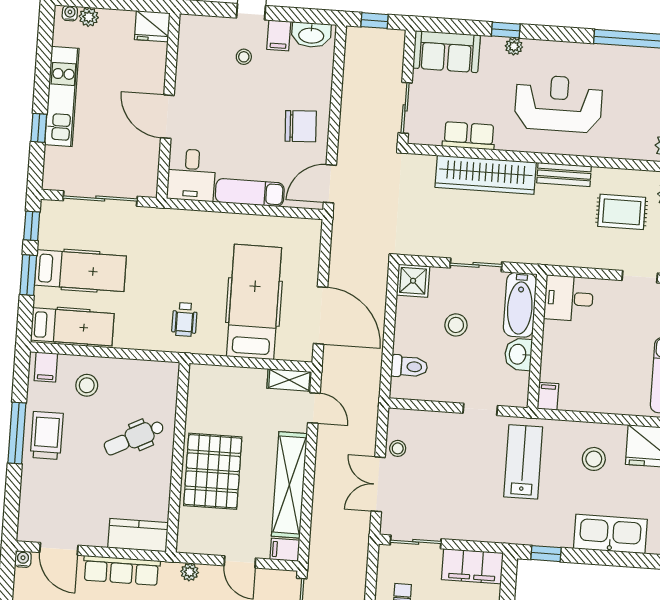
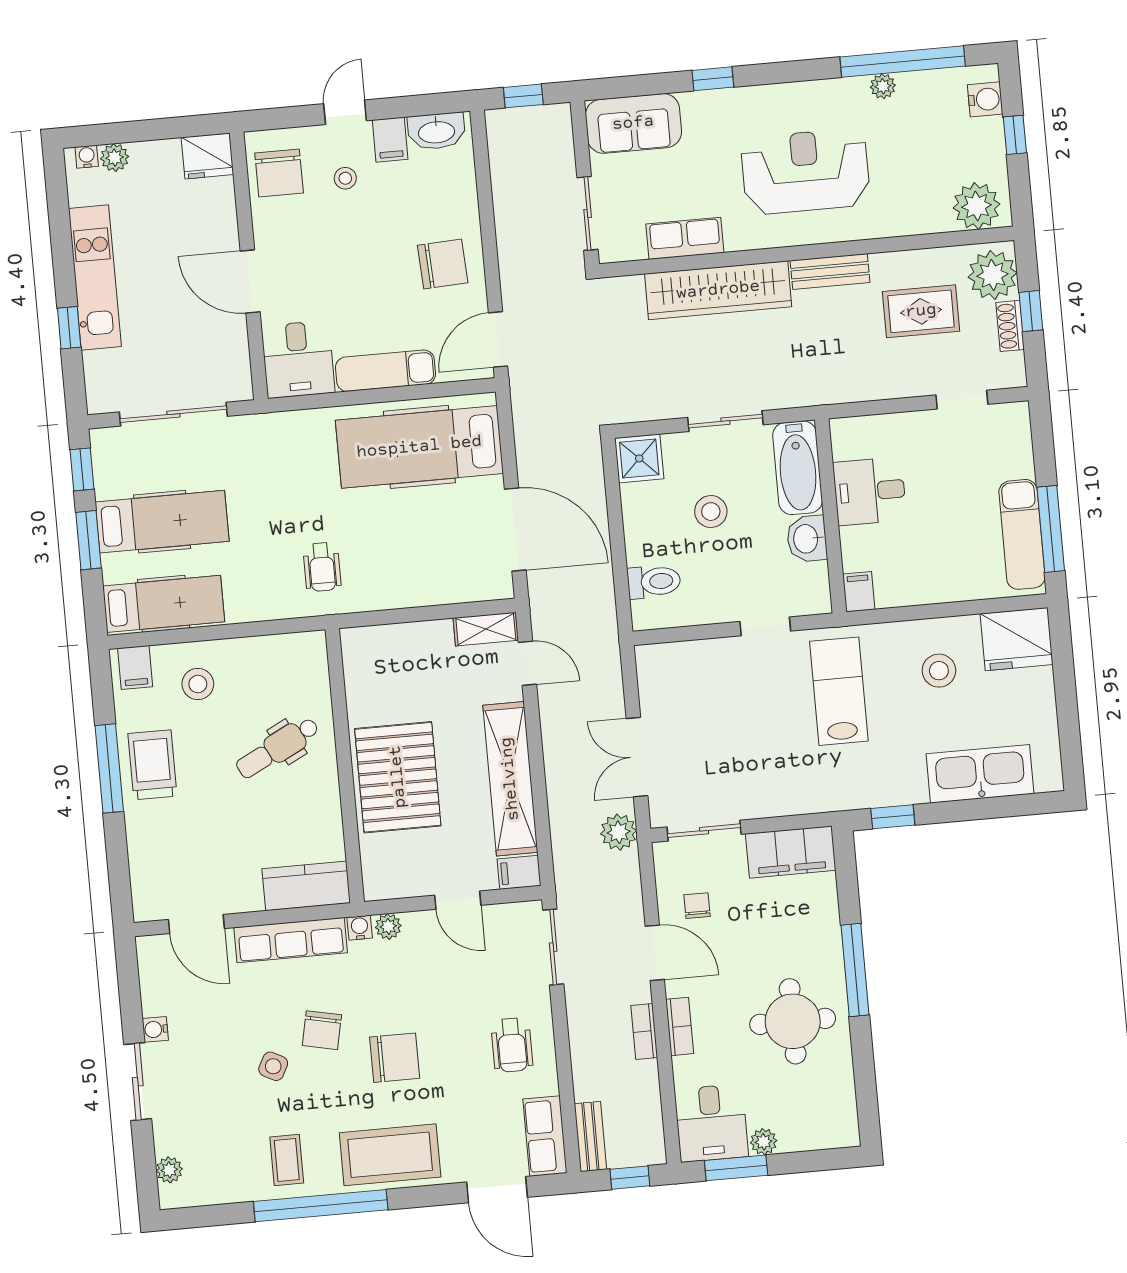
chair: (199, 46) -> (279, 173), added
plant: (514, 46) -> (883, 86), moved
desk: (569, 298) -> (870, 491), moved
hospital bed: (254, 302) -> (419, 447), moved, turned -90
stool: (398, 448) -> (657, 701), removed
plant: (357, 533) -> (619, 832), added
water cooler: (23, 559) -> (360, 928), moved

